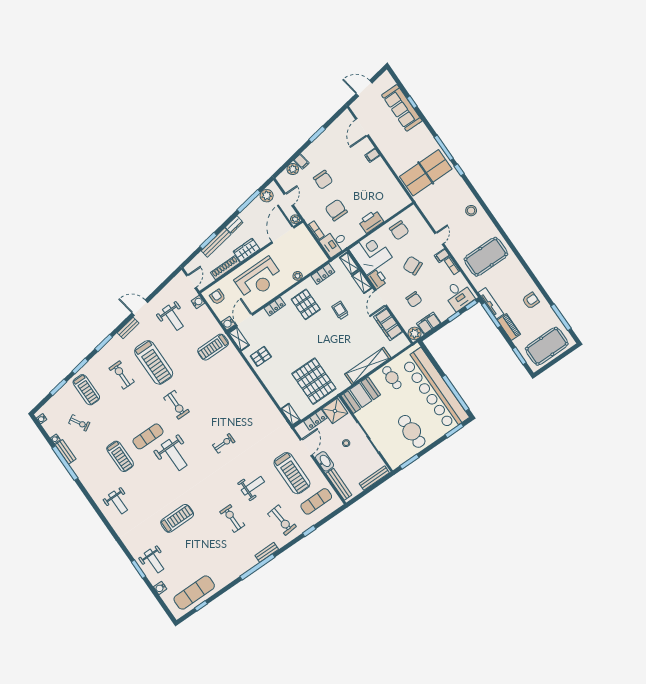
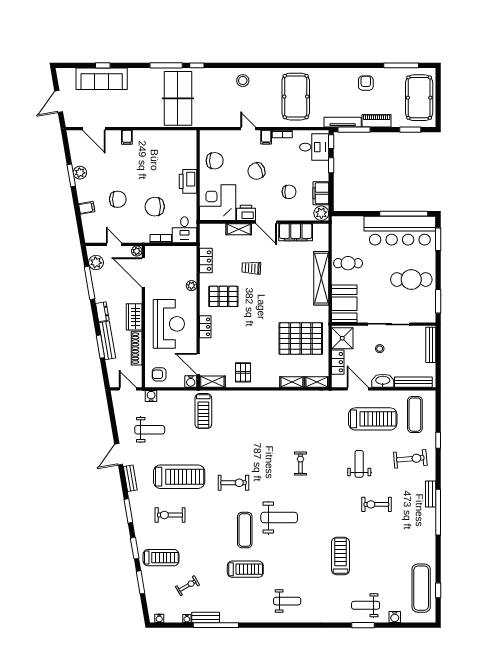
plant: (293, 169) -> (80, 173), moved
shelving: (349, 263) -> (292, 382), moved
bar counter: (435, 389) -> (400, 231), width x0.73
weight bench: (154, 561) -> (366, 605), turned 180

